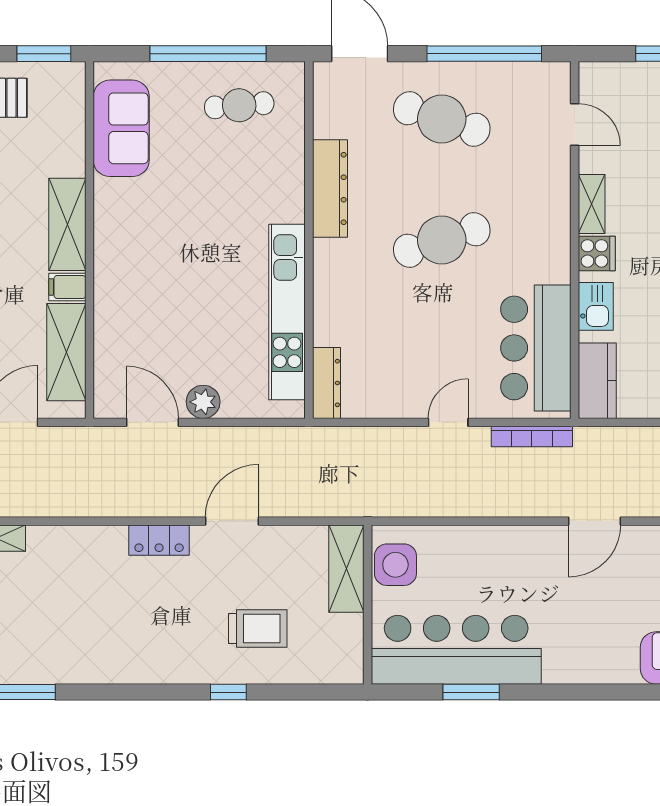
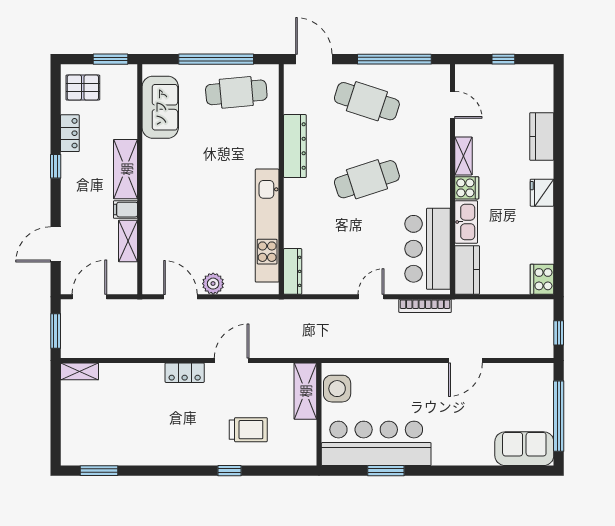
cafe table: (239, 105) -> (236, 92), width x1.37, depth x1.35
kitchen sink: (596, 306) -> (466, 222), width x1.38
shelving: (66, 352) -> (128, 241), width x0.67, depth x0.75

